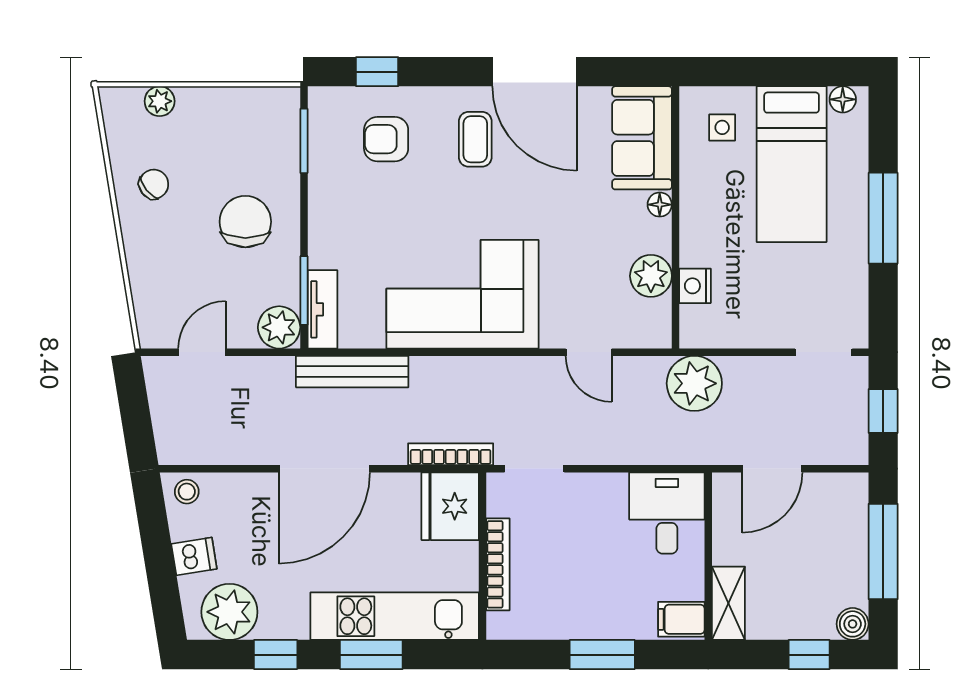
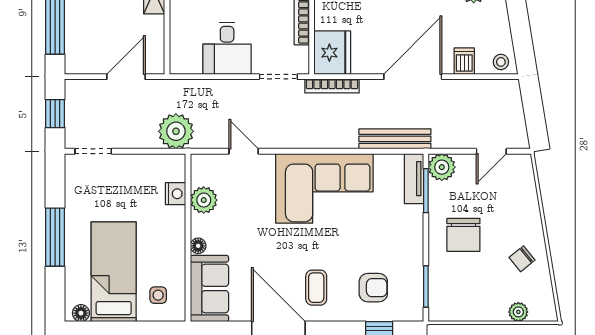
desk: (667, 513) -> (227, 48), moved
dishwasher: (194, 556) -> (464, 61), moved, turned 99

